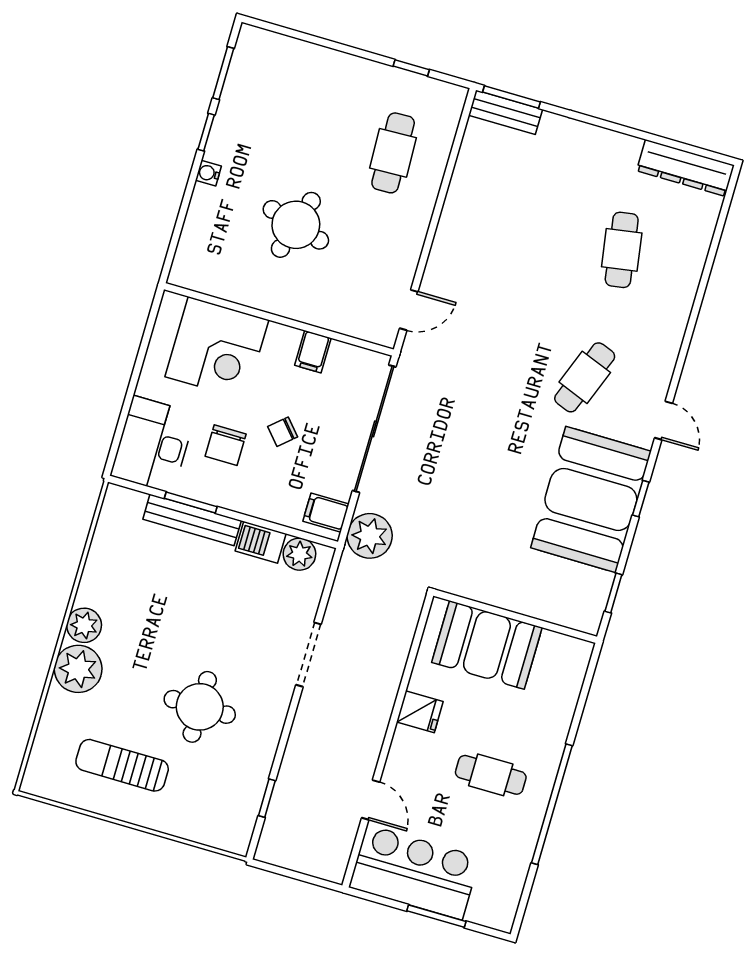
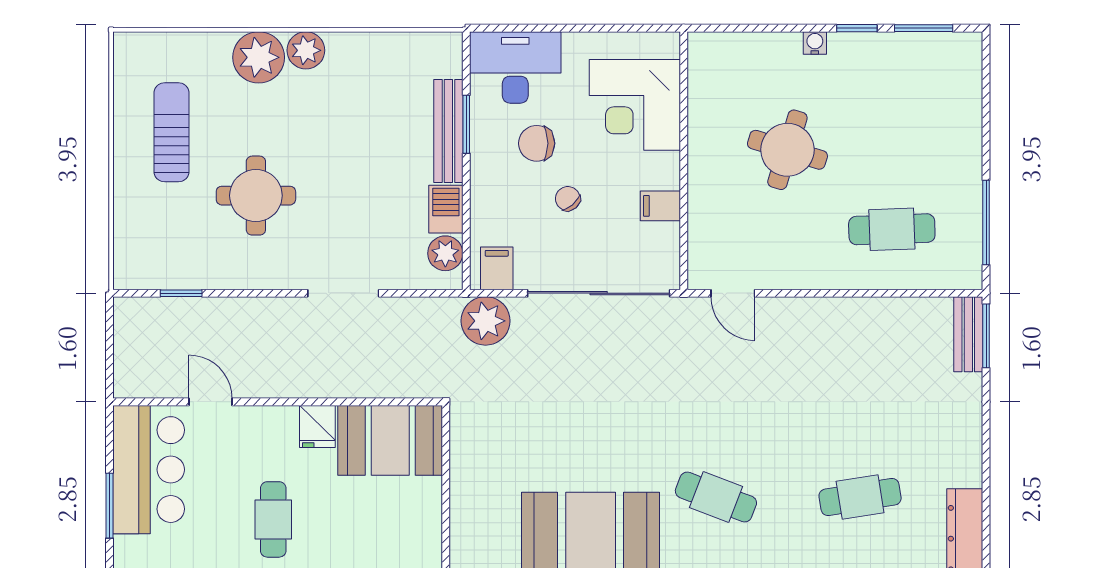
window: (411, 68) -> (986, 222), width x2.17
booth: (487, 645) -> (390, 440), moved, turned 90
door: (371, 800) -> (211, 402), swing flipped

